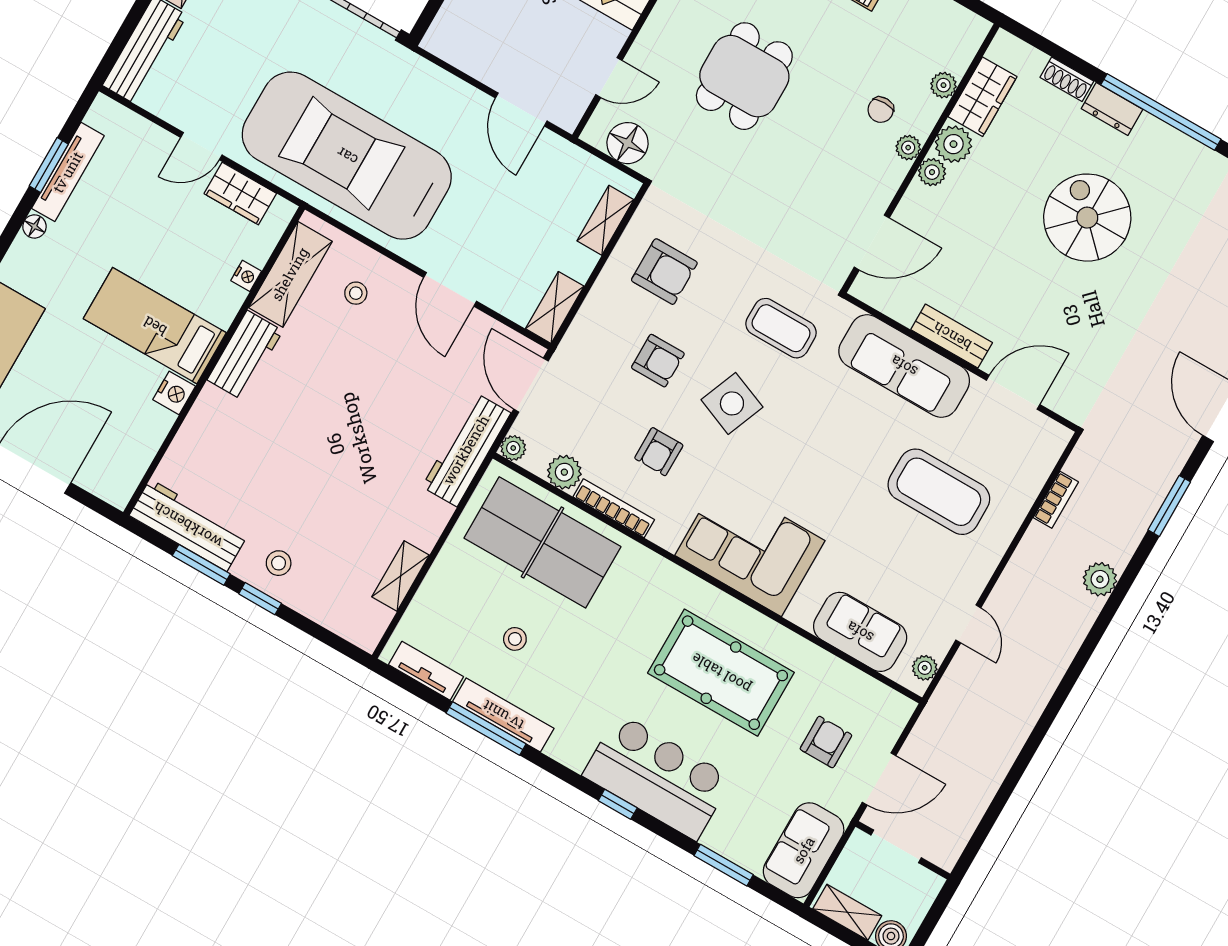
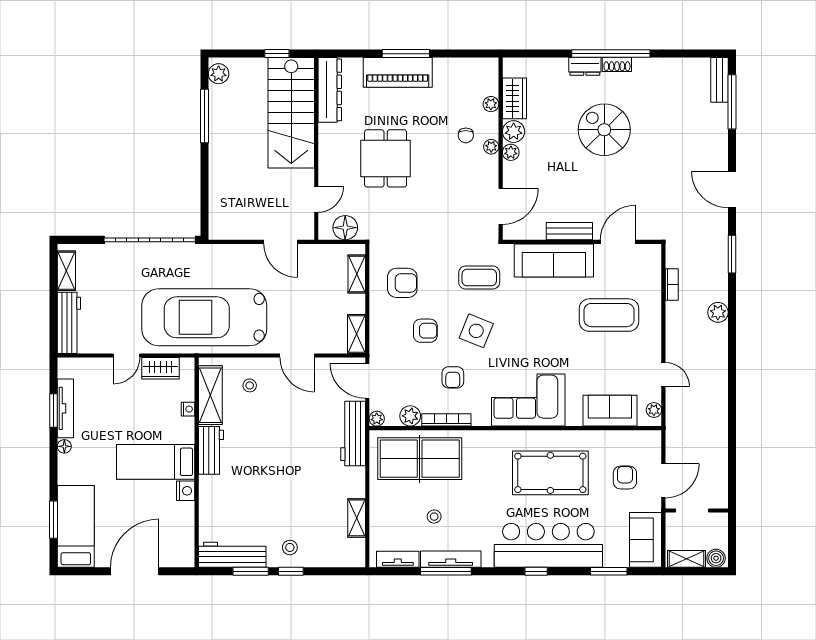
shoe rack: (1067, 79) -> (617, 65), moved
bar counter: (657, 777) -> (548, 545), width x1.36

